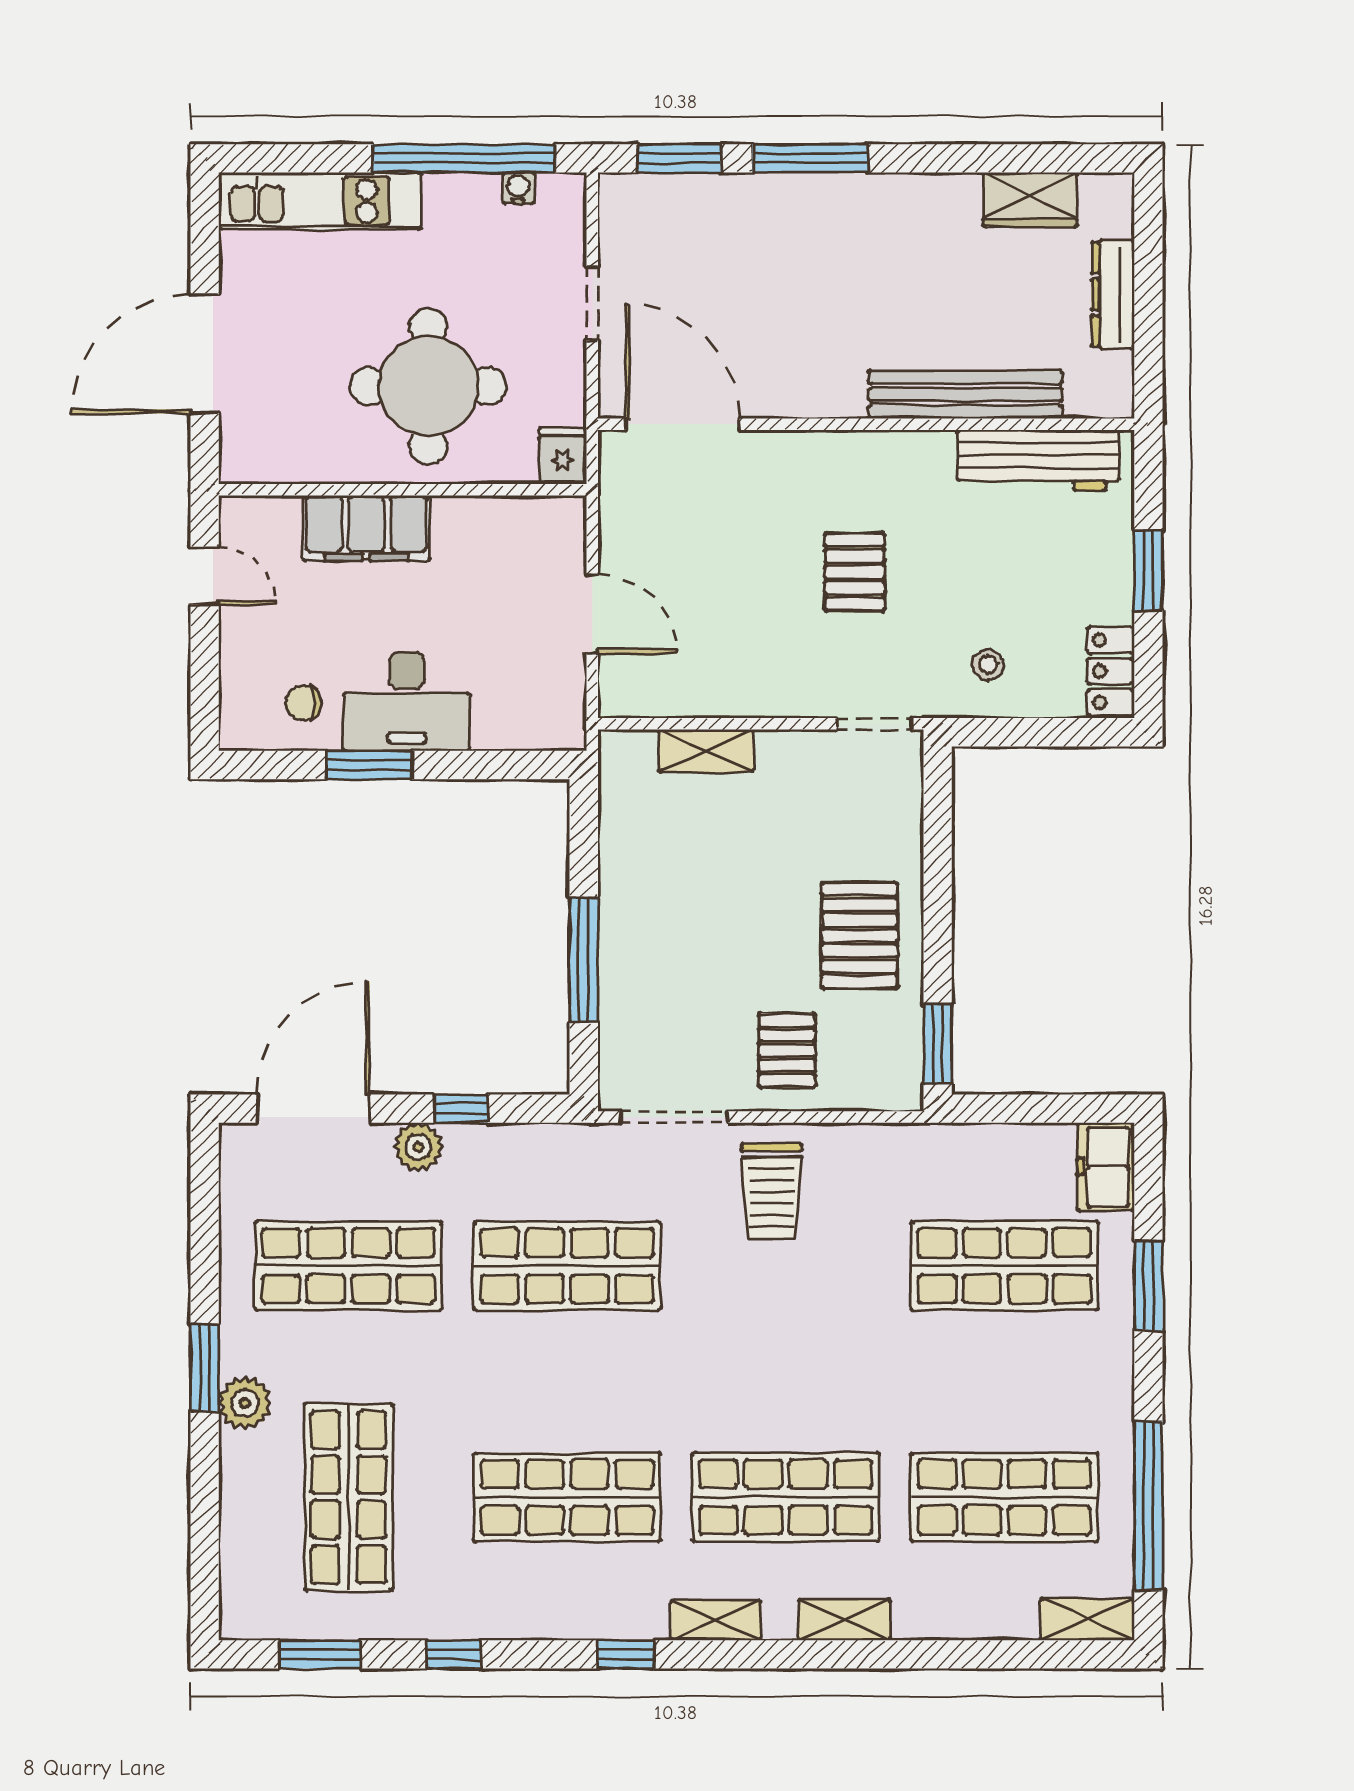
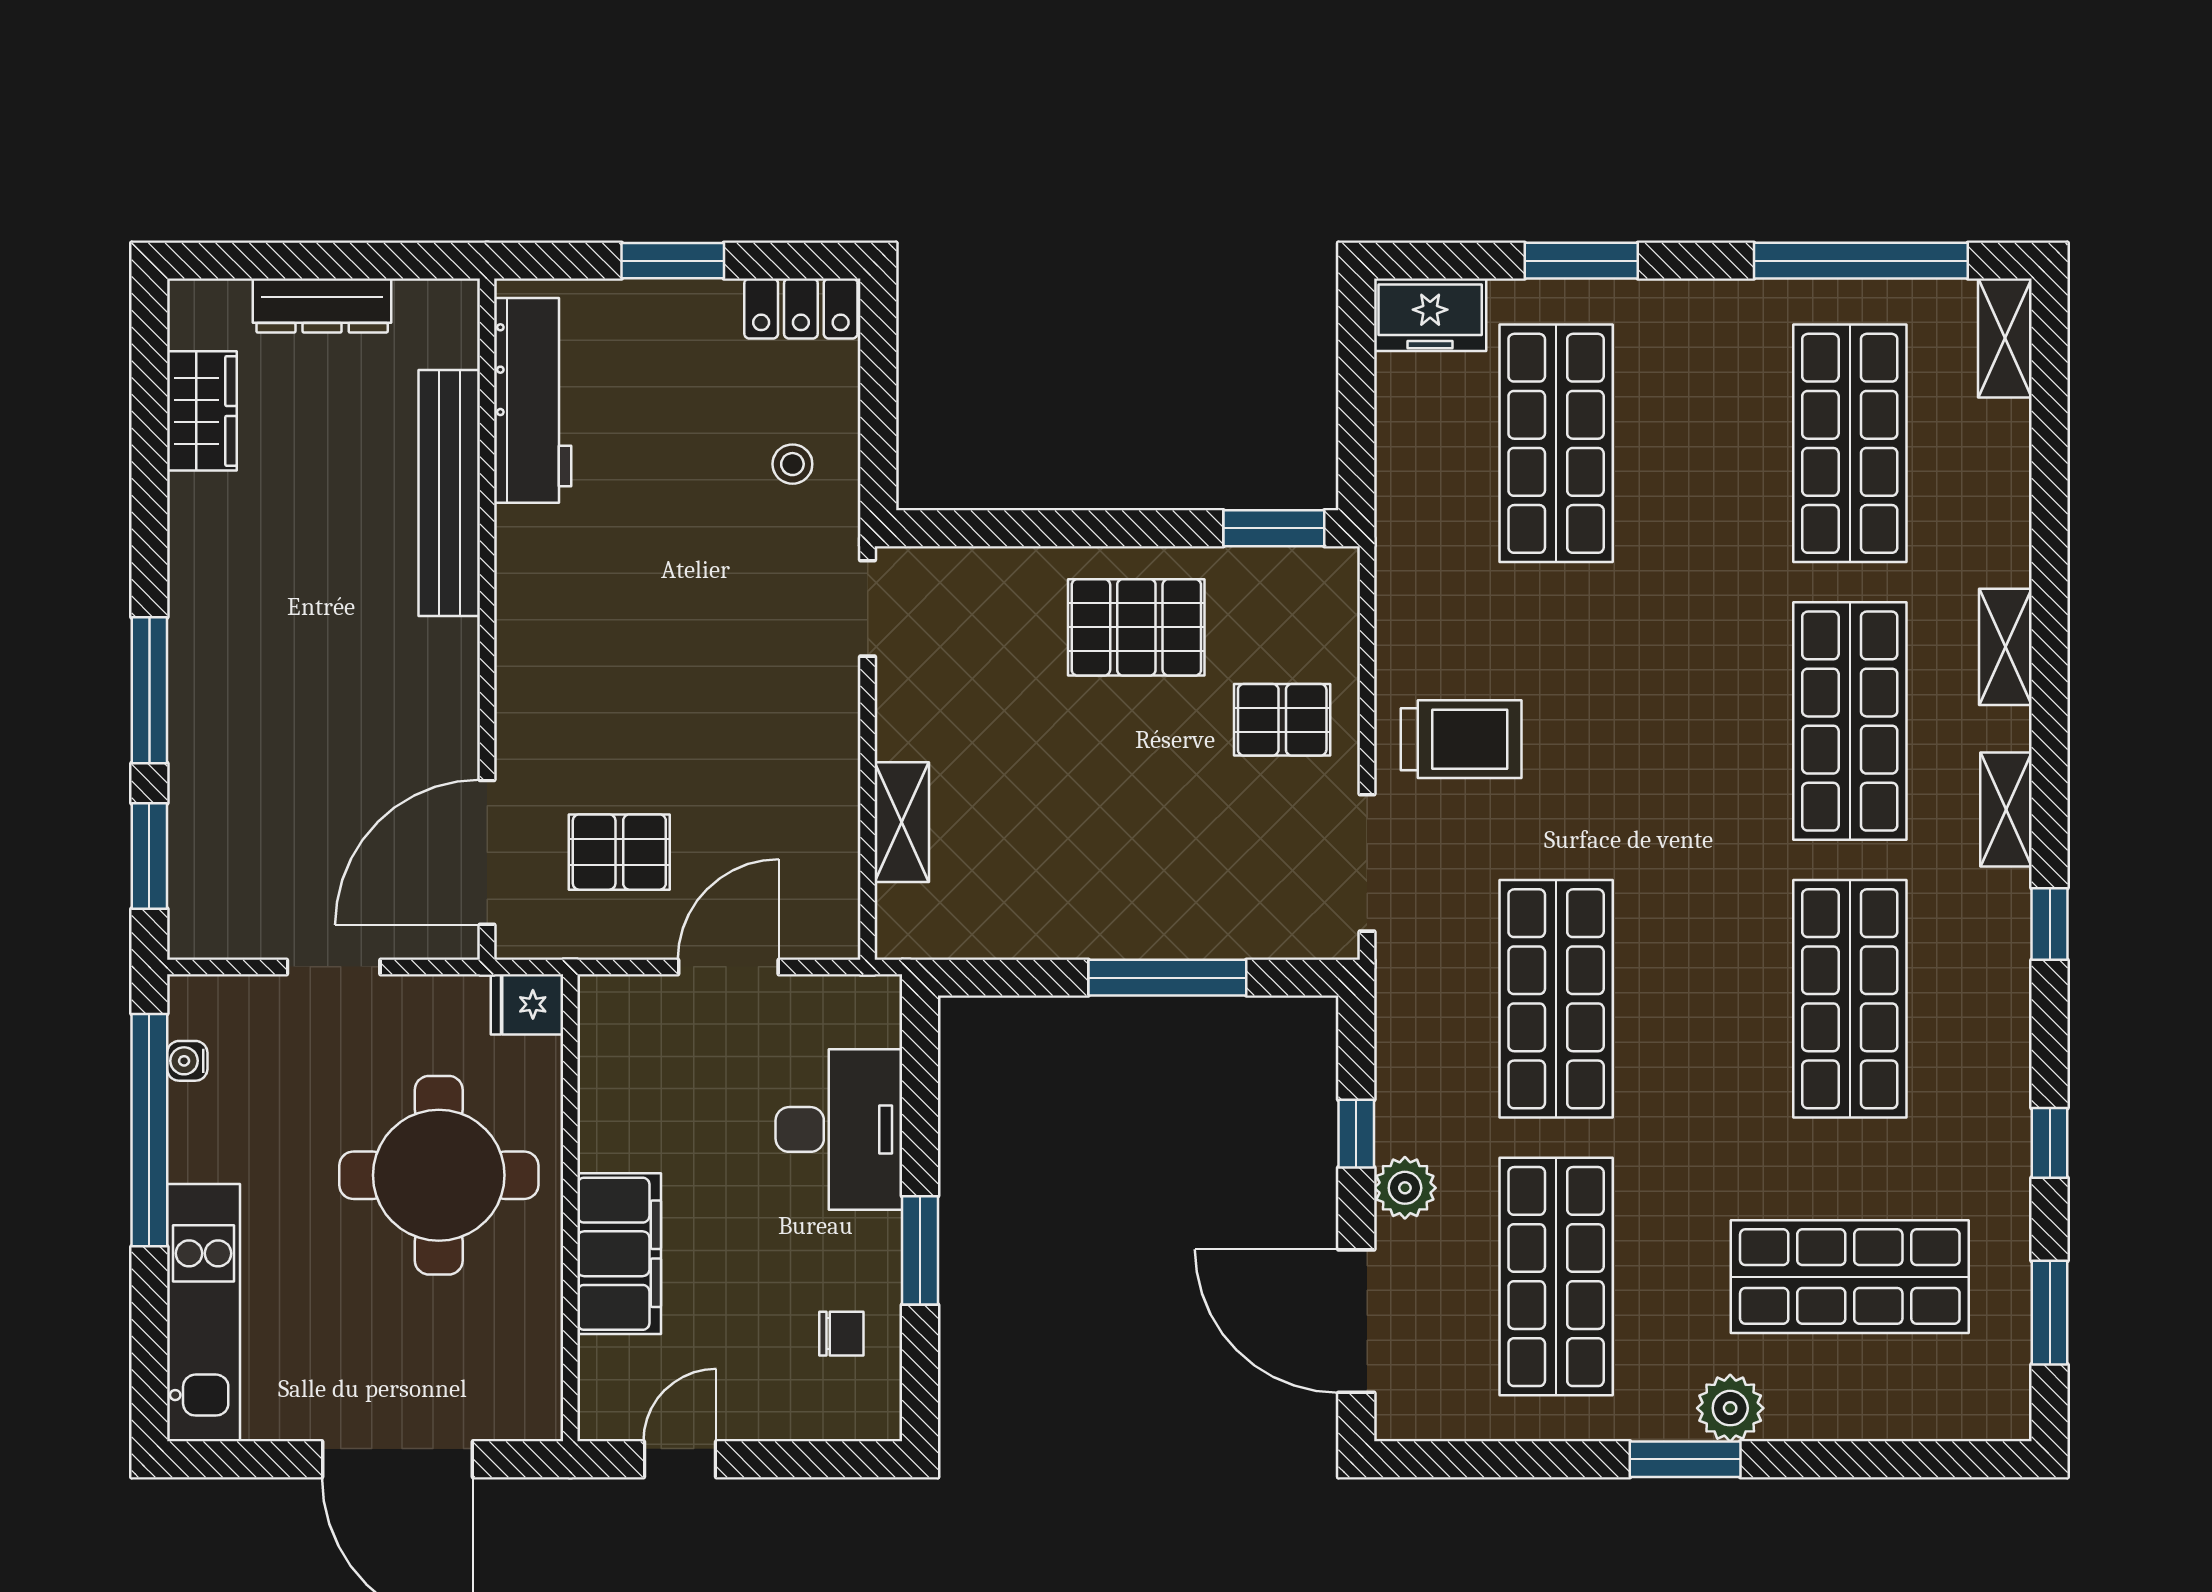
pallet: (855, 572) -> (619, 852), moved
desk: (407, 701) -> (839, 1129), moved
chair: (304, 703) -> (841, 1334), turned -90

